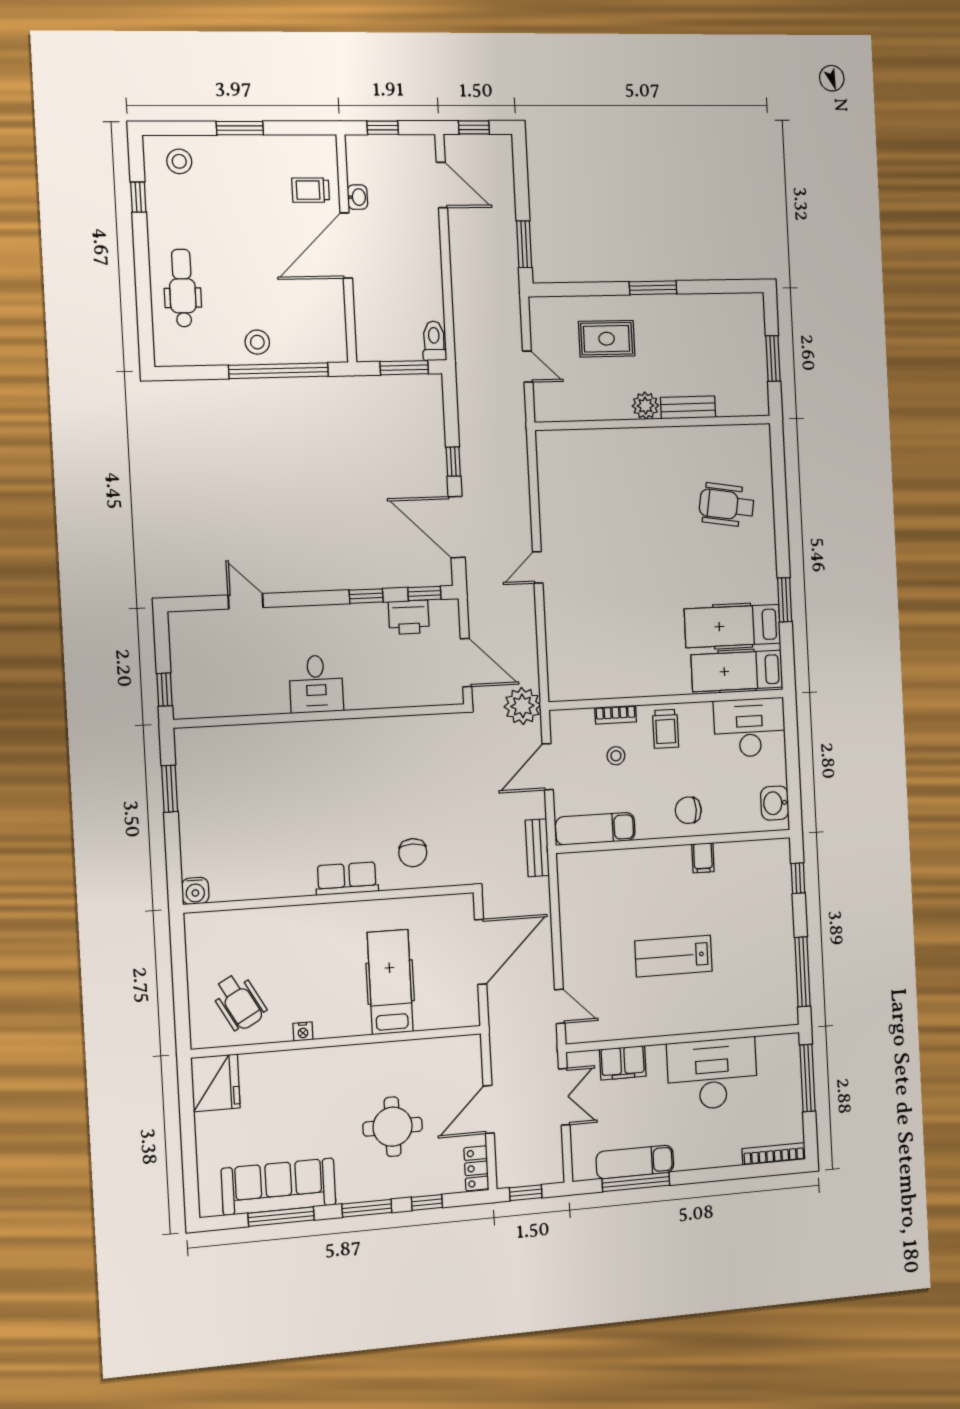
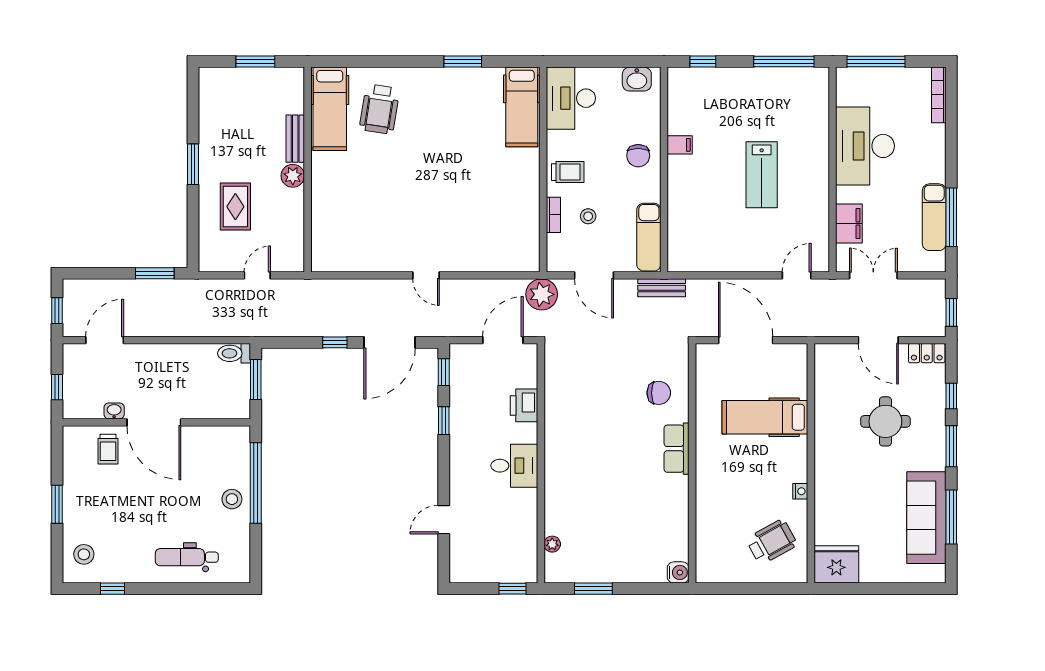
printer: (409, 617) -> (524, 405), moved, turned 180
hospital bed: (733, 626) -> (330, 109), moved
plant: (222, 735) -> (552, 544), added

